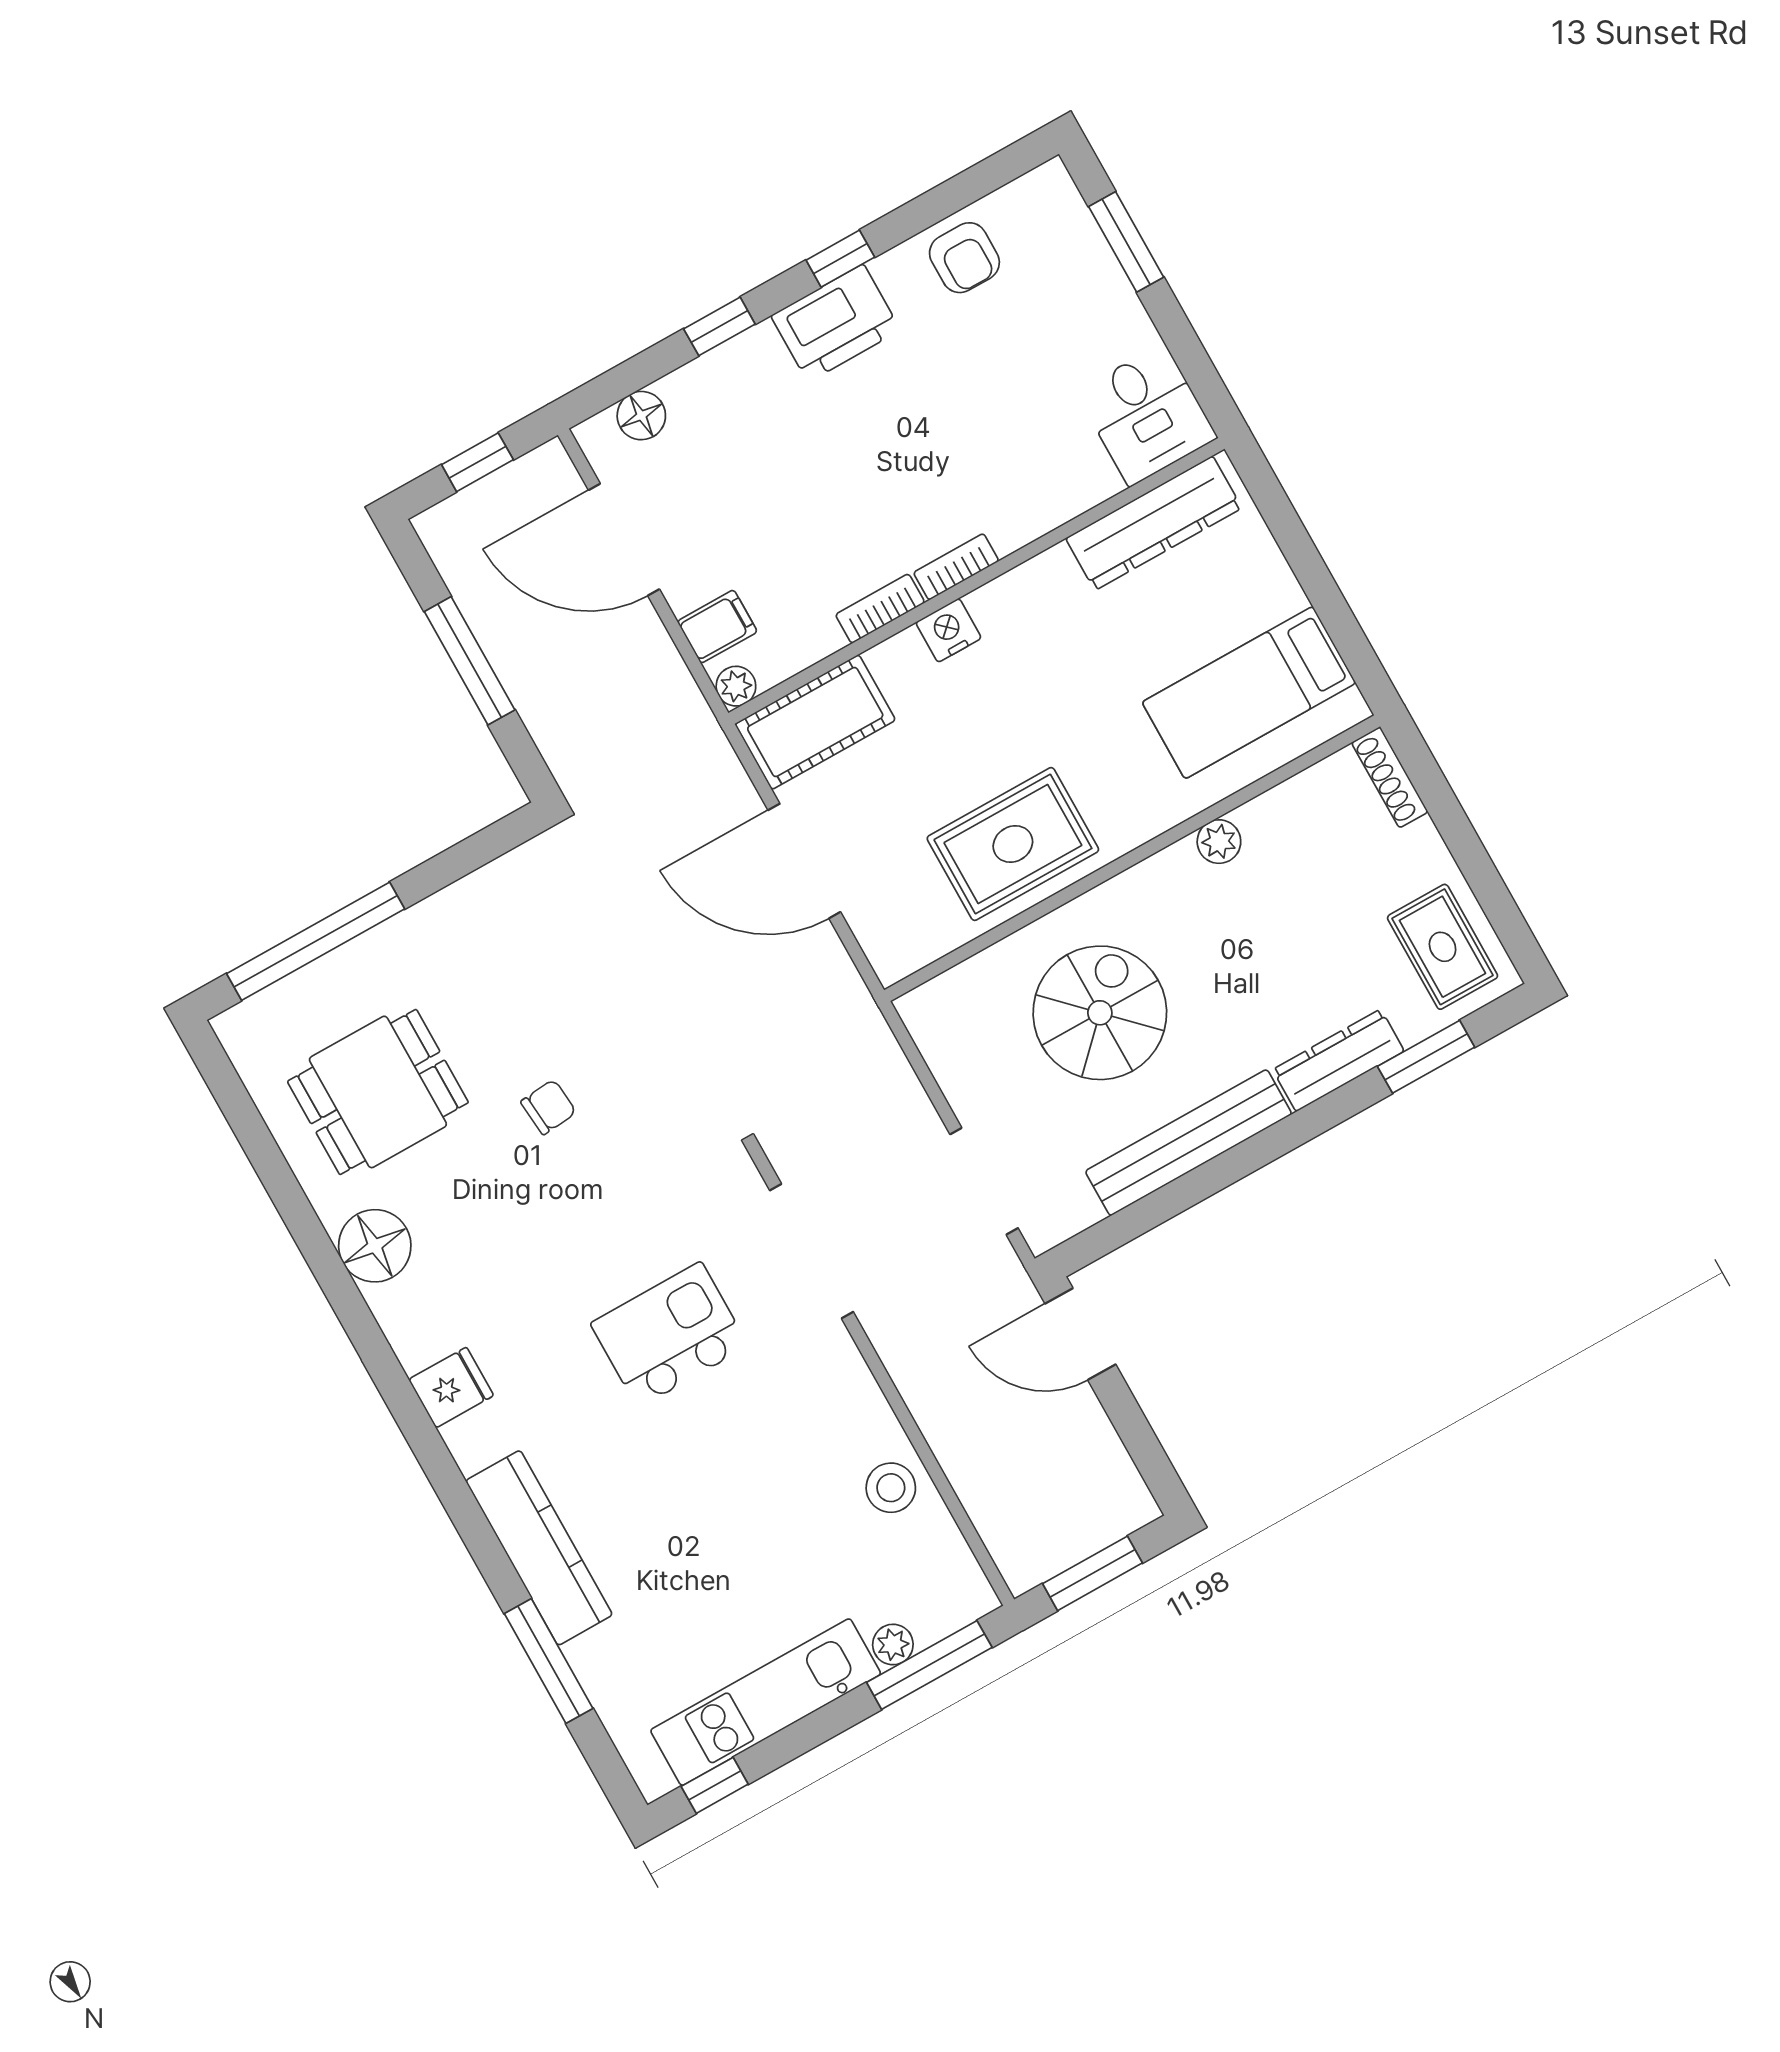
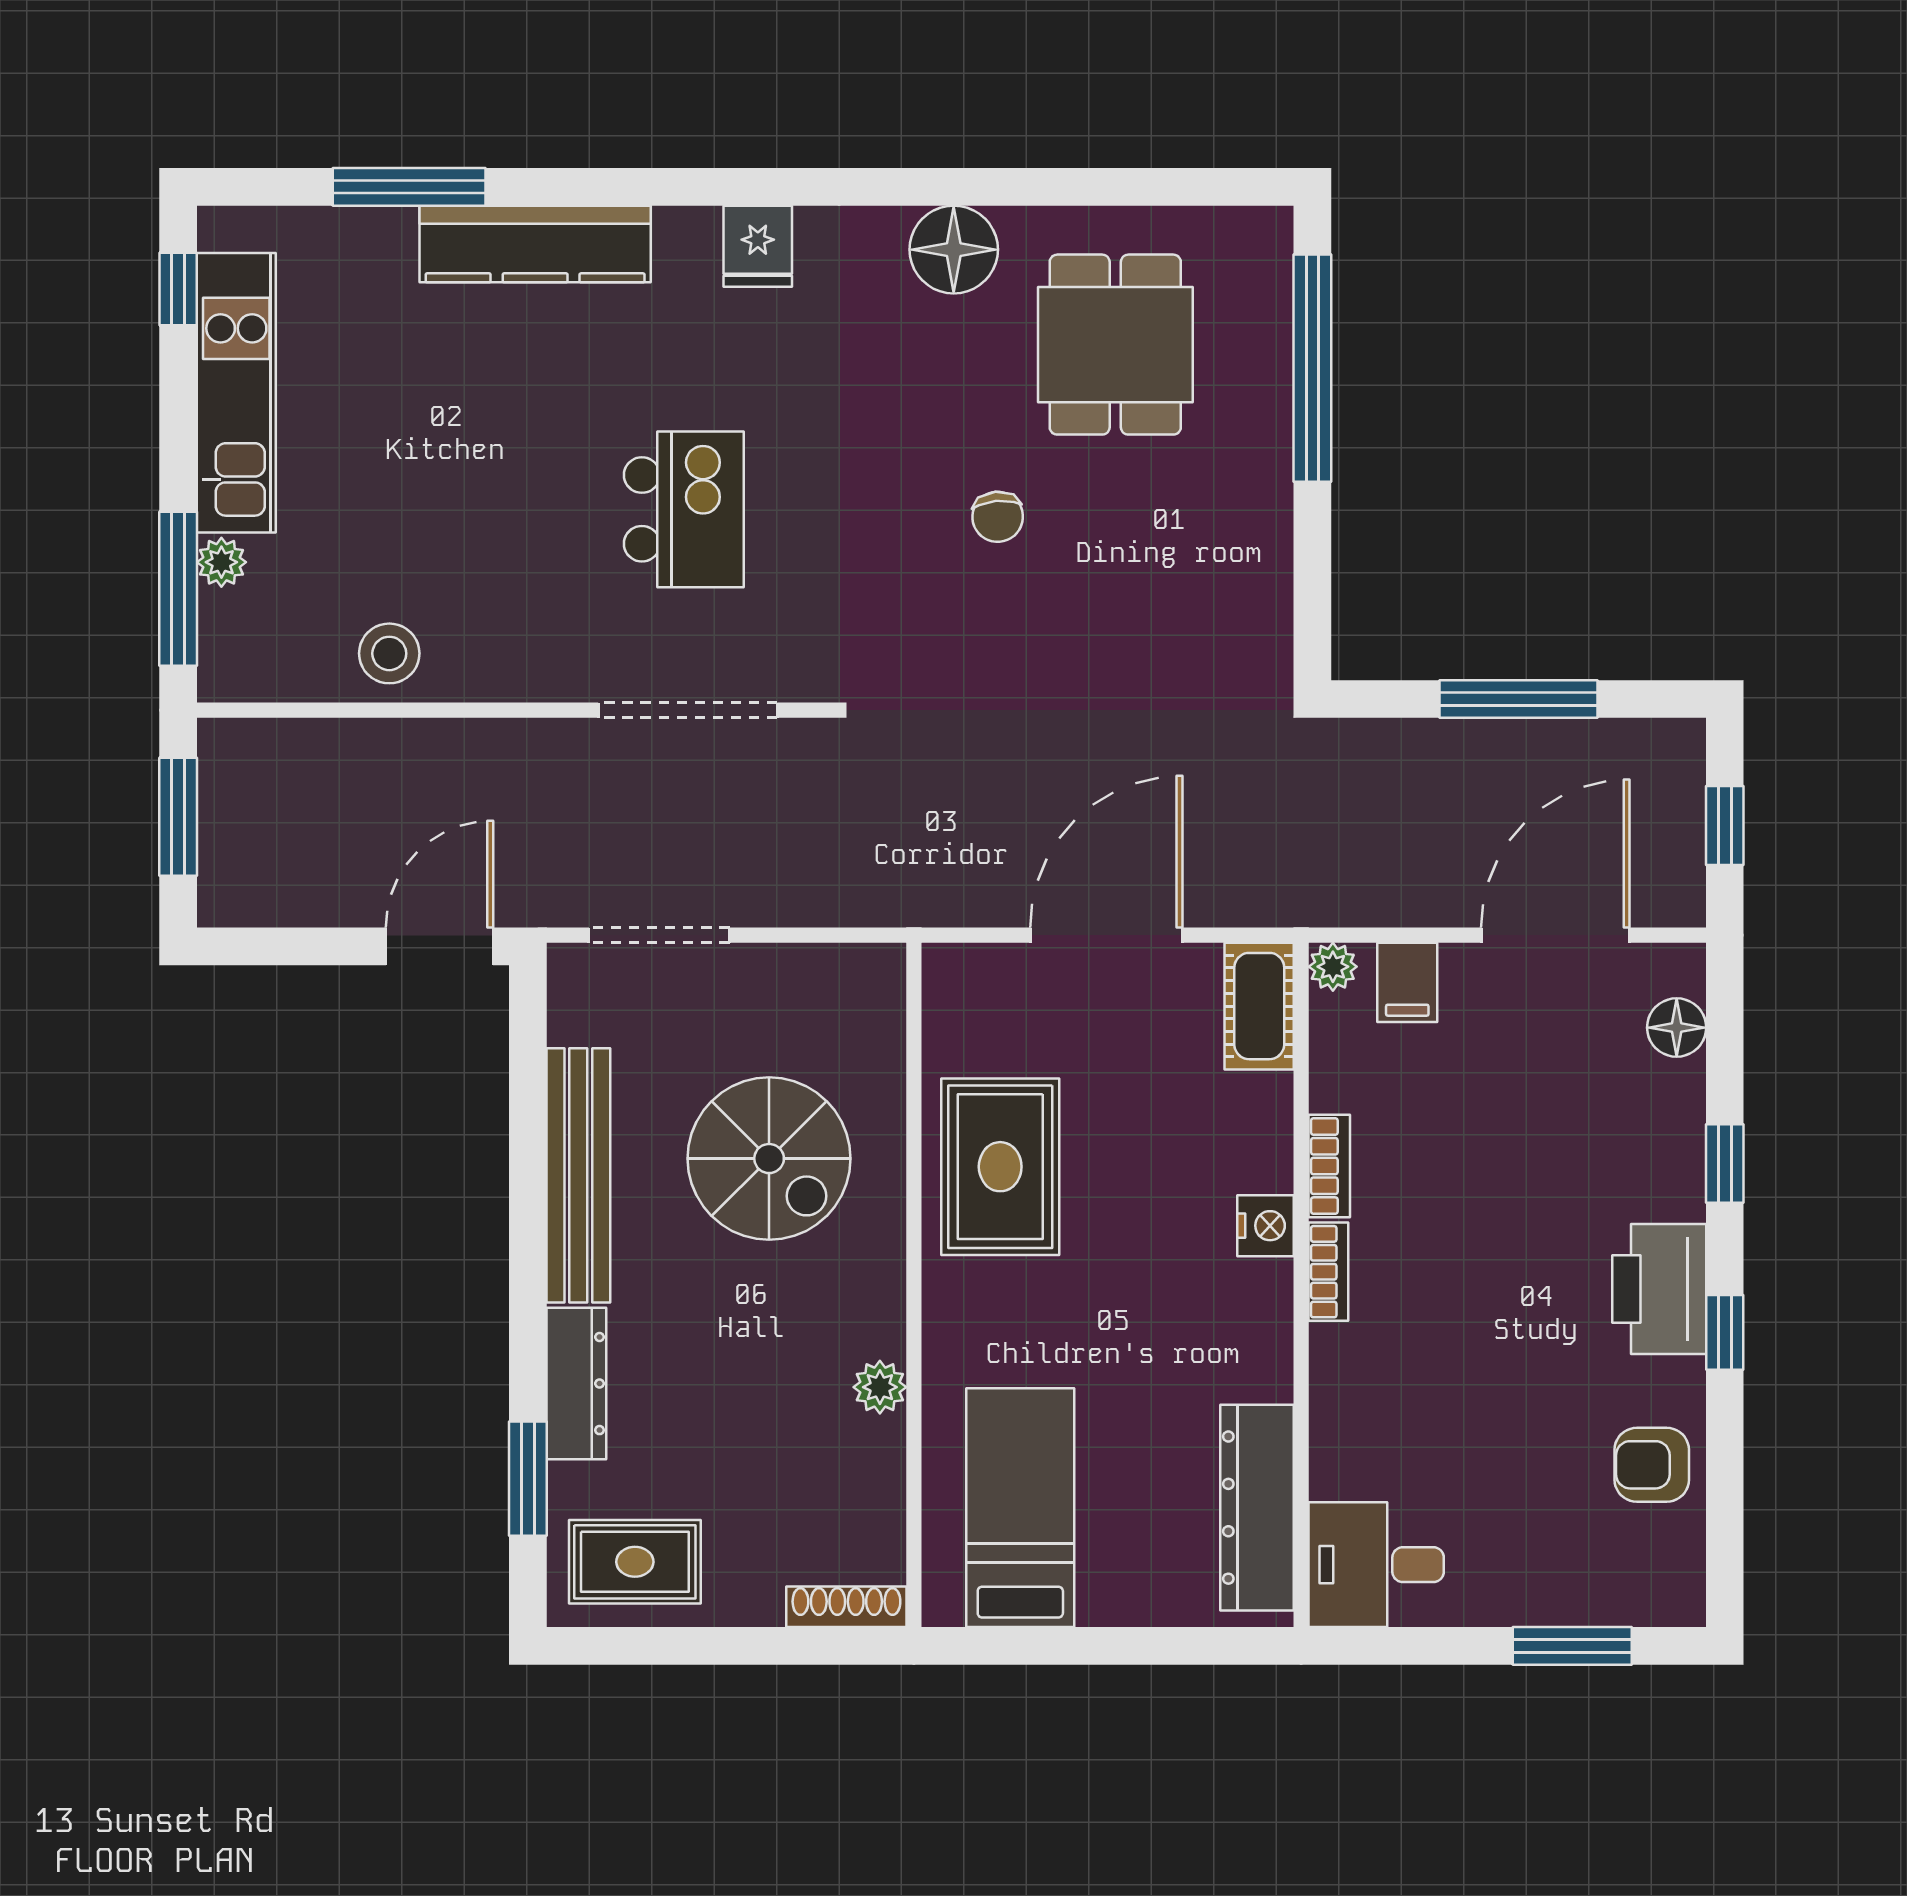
cot: (815, 722) -> (1259, 1006), width x0.73, depth x0.75

